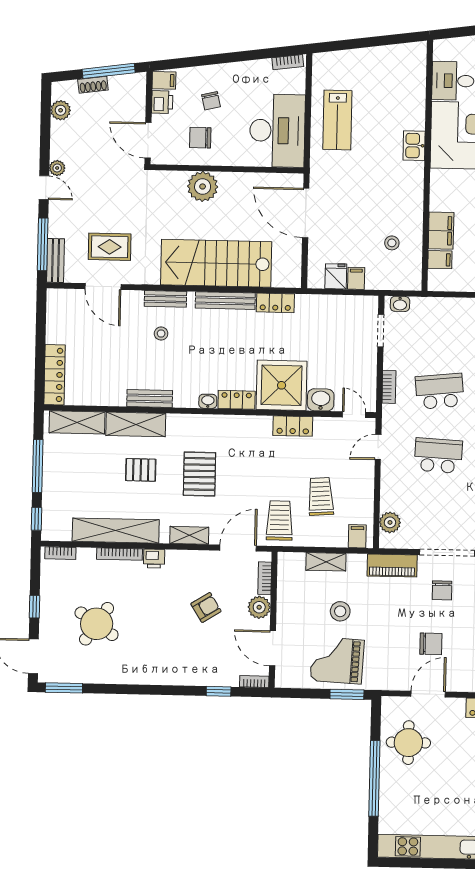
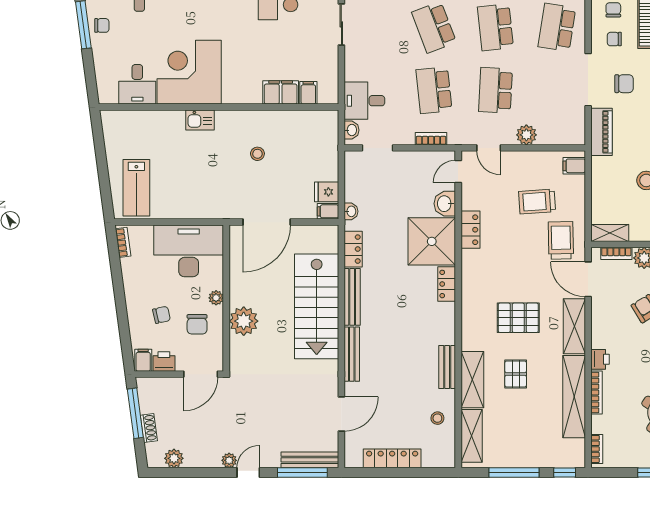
lab bench: (337, 120) -> (136, 188), moved, turned 90
plant: (228, 158) -> (216, 298), added
stool: (392, 243) -> (257, 154), moved
rug: (110, 247) -> (303, 409), removed
bench: (56, 261) -> (310, 460), width x1.36
filing cabinet: (356, 278) -> (328, 211), moved
bench: (165, 299) -> (352, 354), width x1.36
desk: (430, 318) -> (364, 101), added
stool: (161, 334) -> (437, 418), moved
locker: (55, 375) -> (392, 458), moved
washbasin: (208, 401) -> (351, 211), moved, turned 180
trolley: (279, 520) -> (561, 240), turned 89
plant: (390, 522) -> (526, 135), moved
shelving: (189, 535) -> (574, 326), width x1.50, depth x1.33
shelving: (326, 562) -> (610, 233), moved, turned 90

